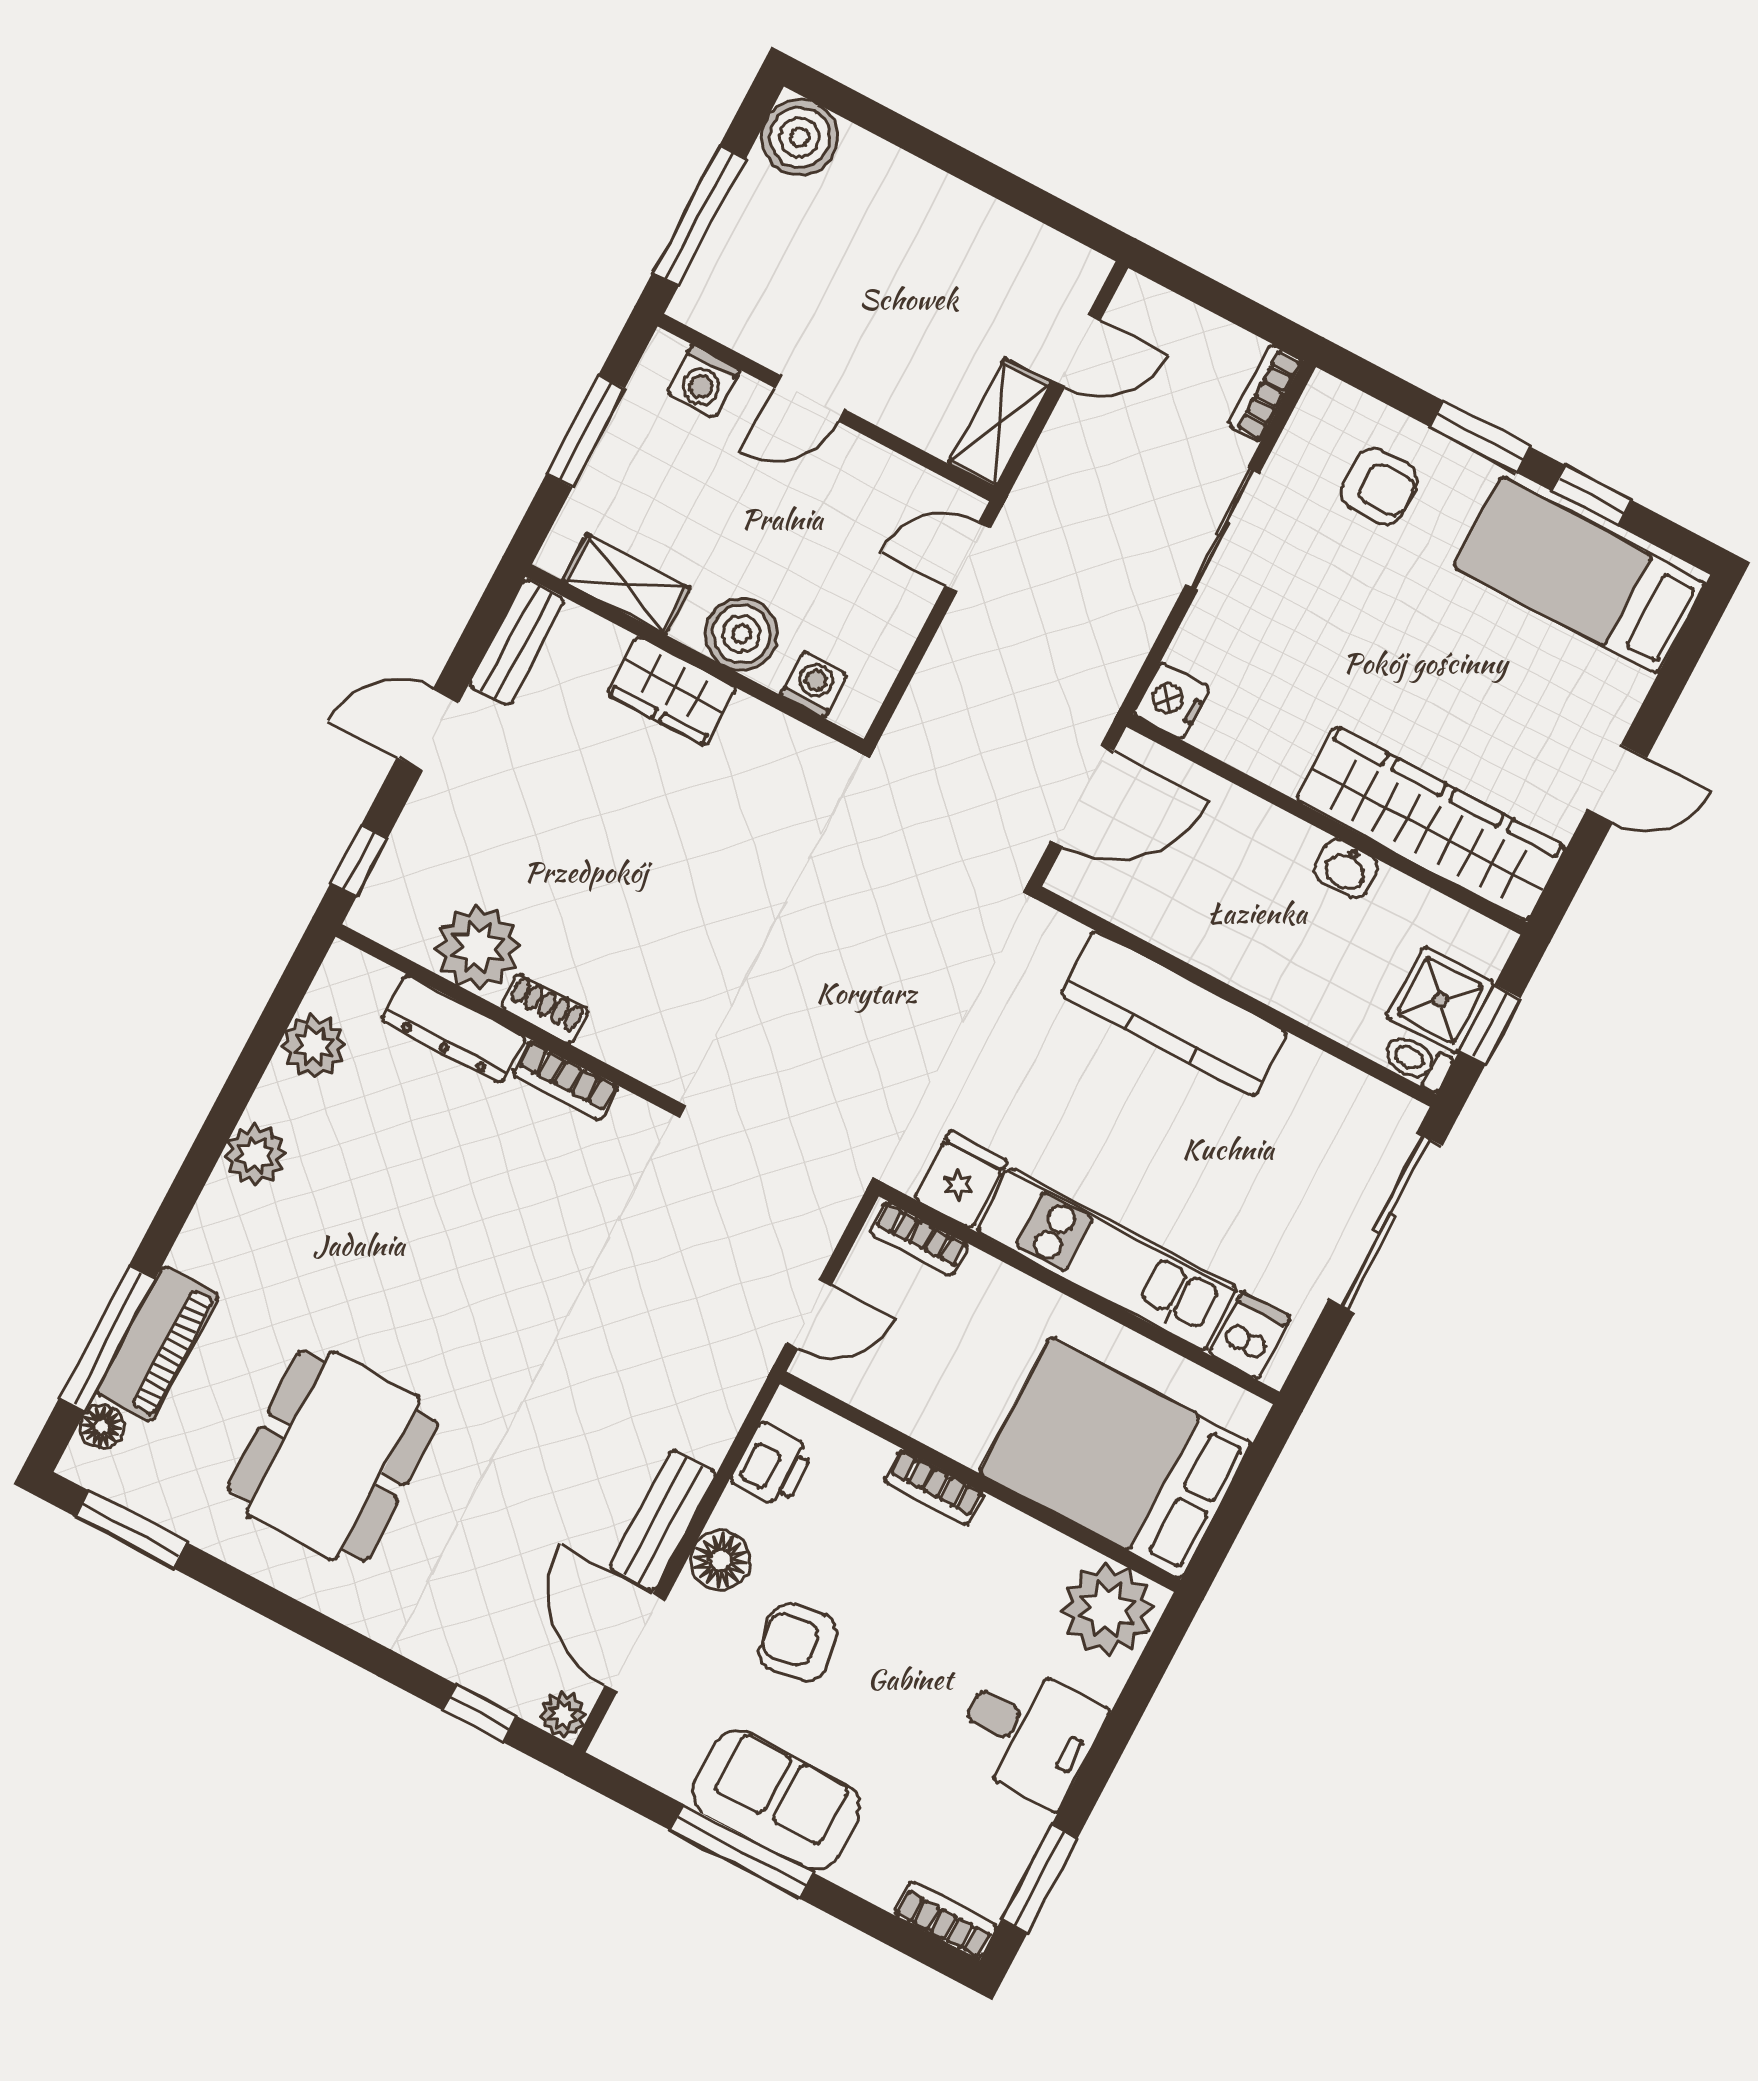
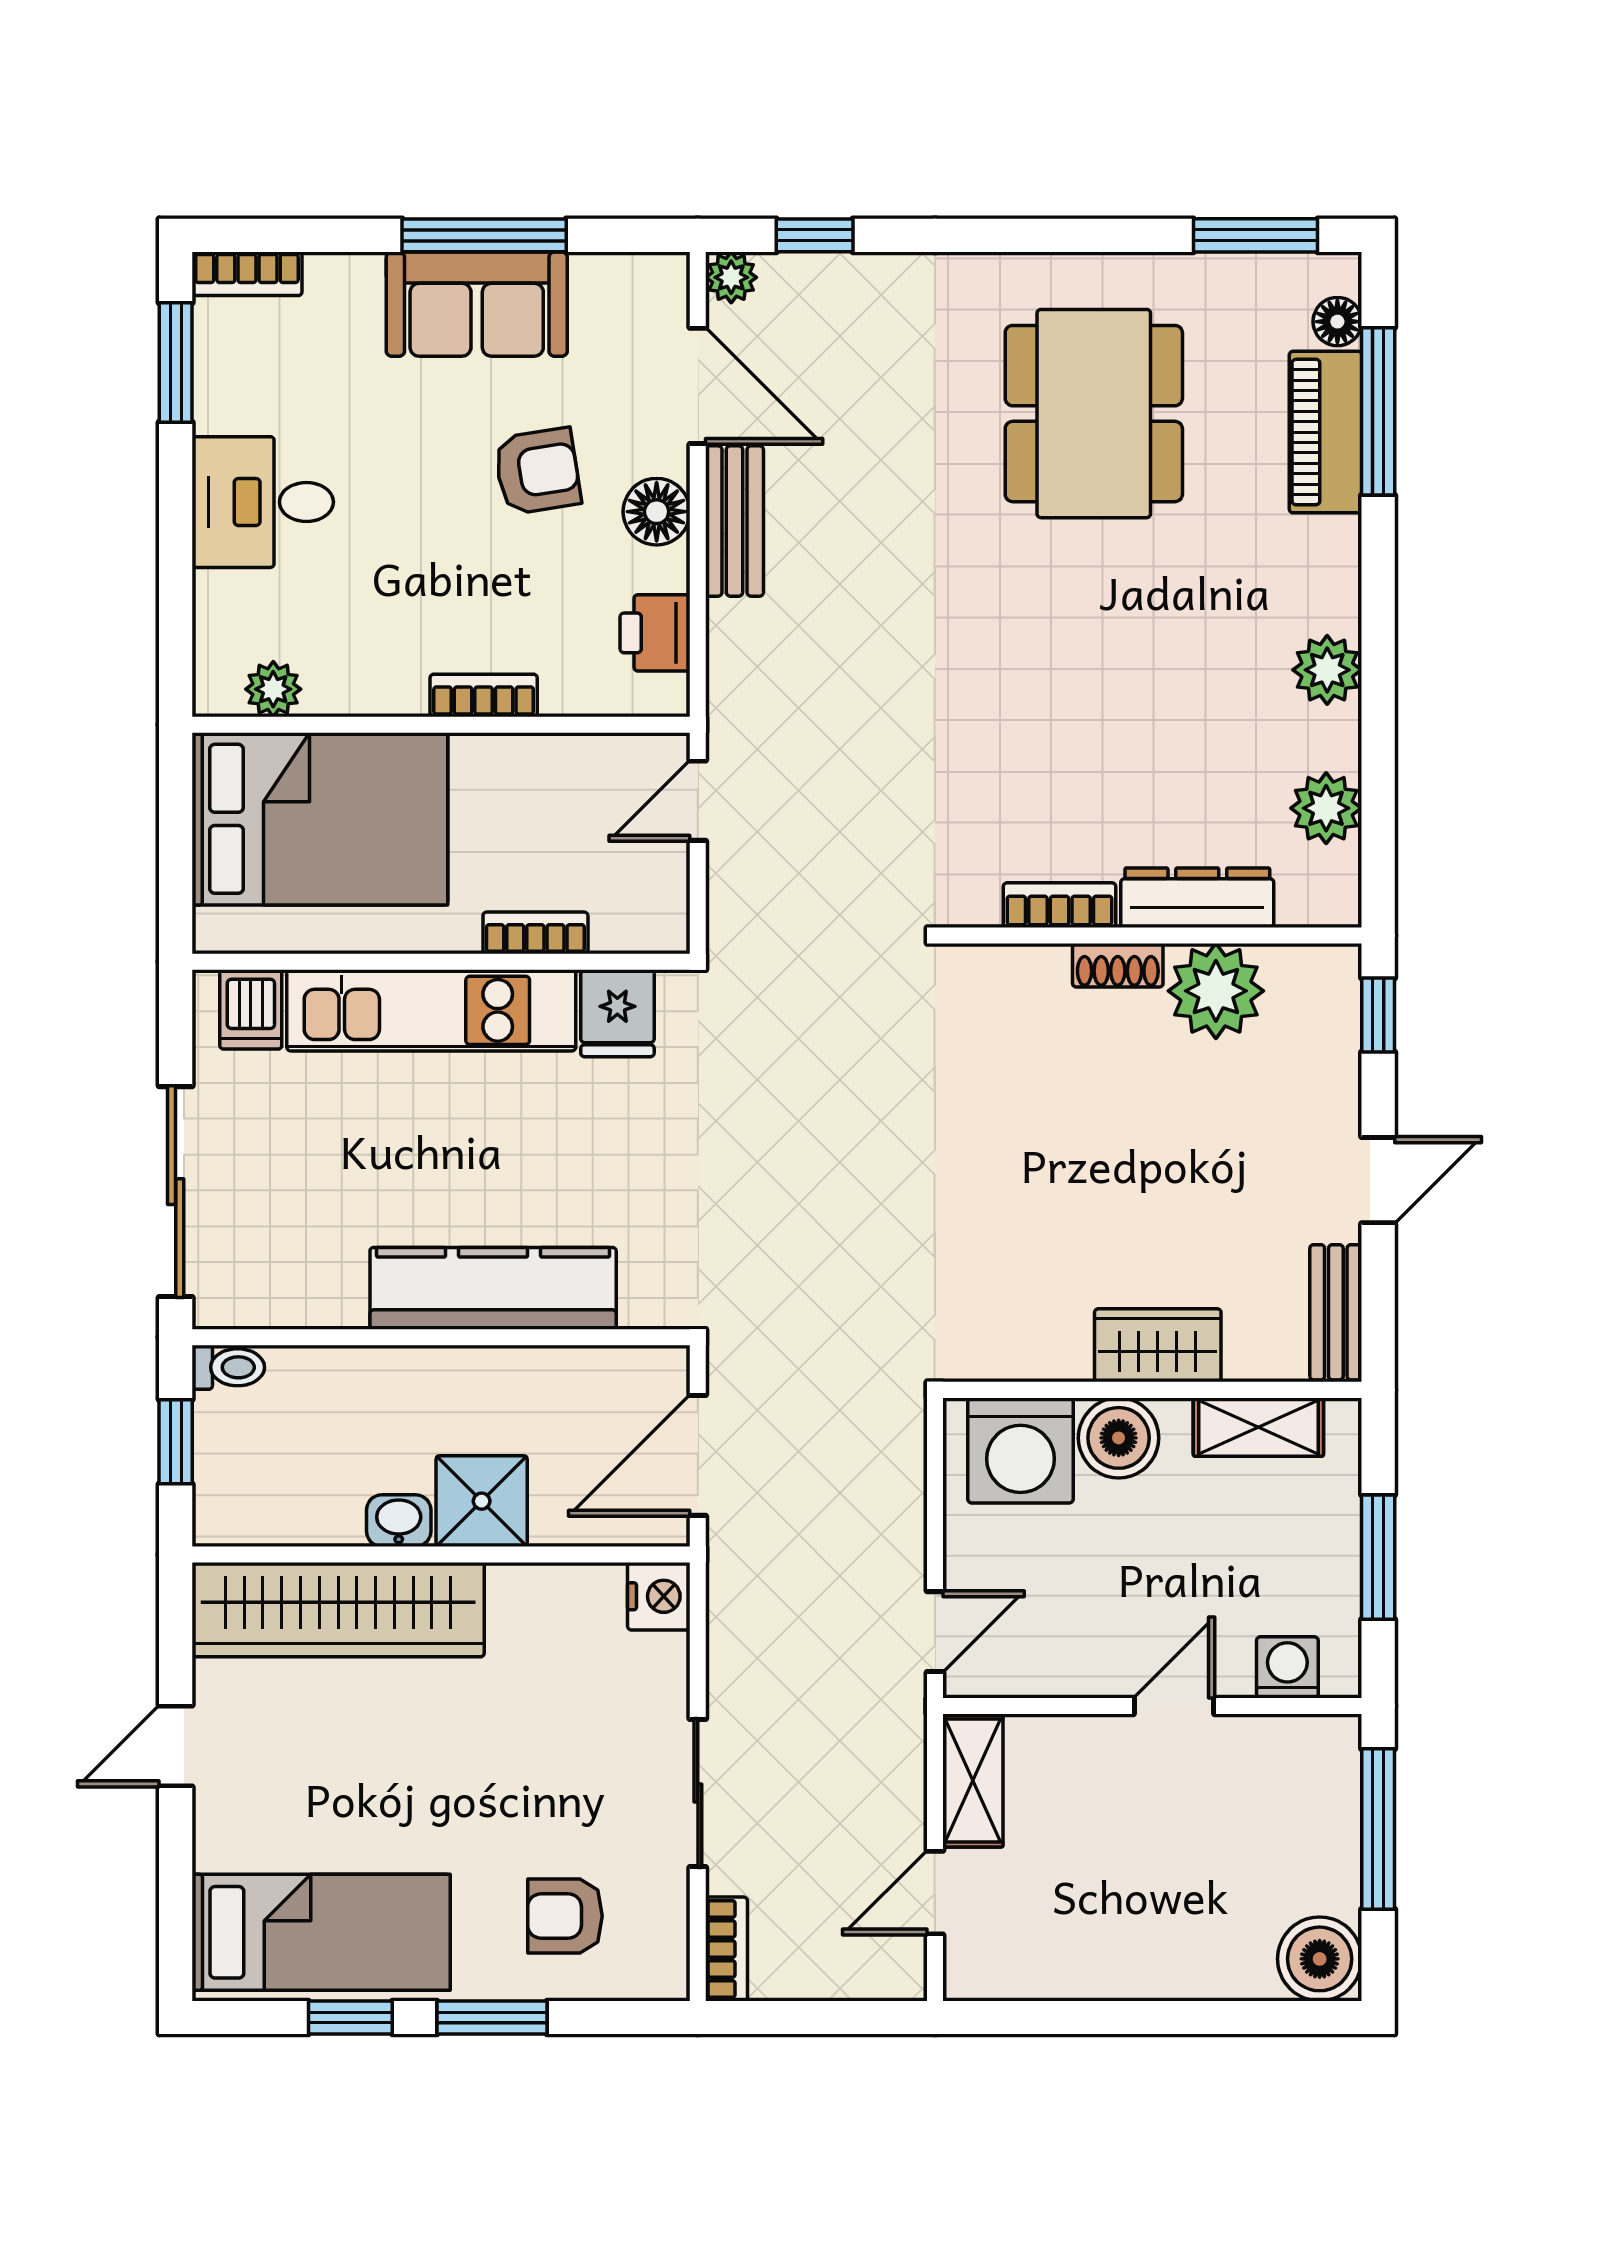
washing machine: (814, 685) -> (1020, 1450), width x1.89, depth x1.89
shower: (1440, 1000) -> (482, 1501), moved
bookcase: (919, 1239) -> (535, 933), moved
plant: (1107, 1609) -> (273, 689), width x0.53, depth x0.53

